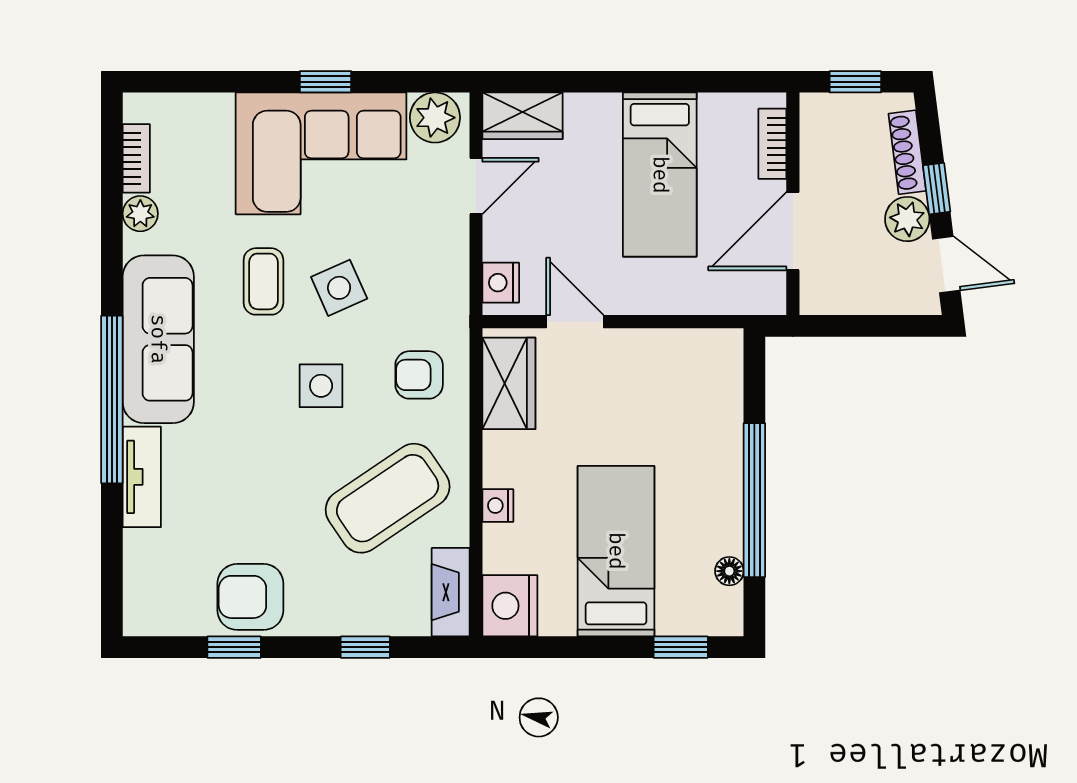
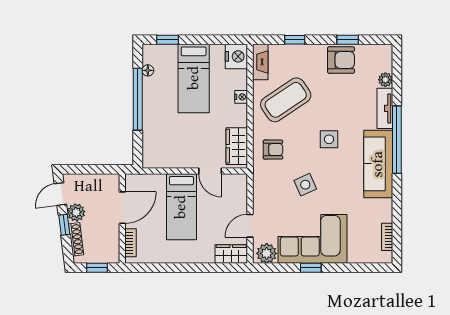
bed: (660, 175) -> (181, 207), moved, turned 180
plant: (140, 214) -> (385, 80), moved
door: (946, 265) -> (60, 194), hinge flipped
coffee table: (263, 281) -> (336, 187), removed
nightstand: (501, 283) -> (240, 187), removed
side table: (321, 386) -> (329, 139), moved

